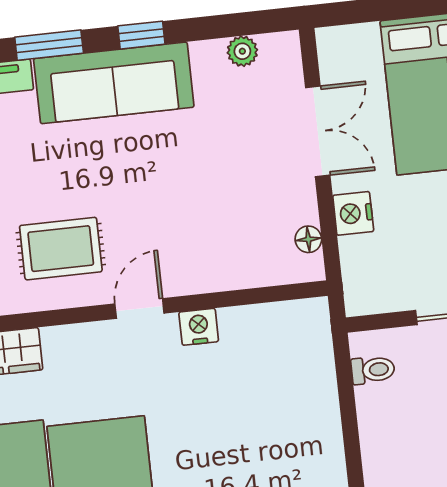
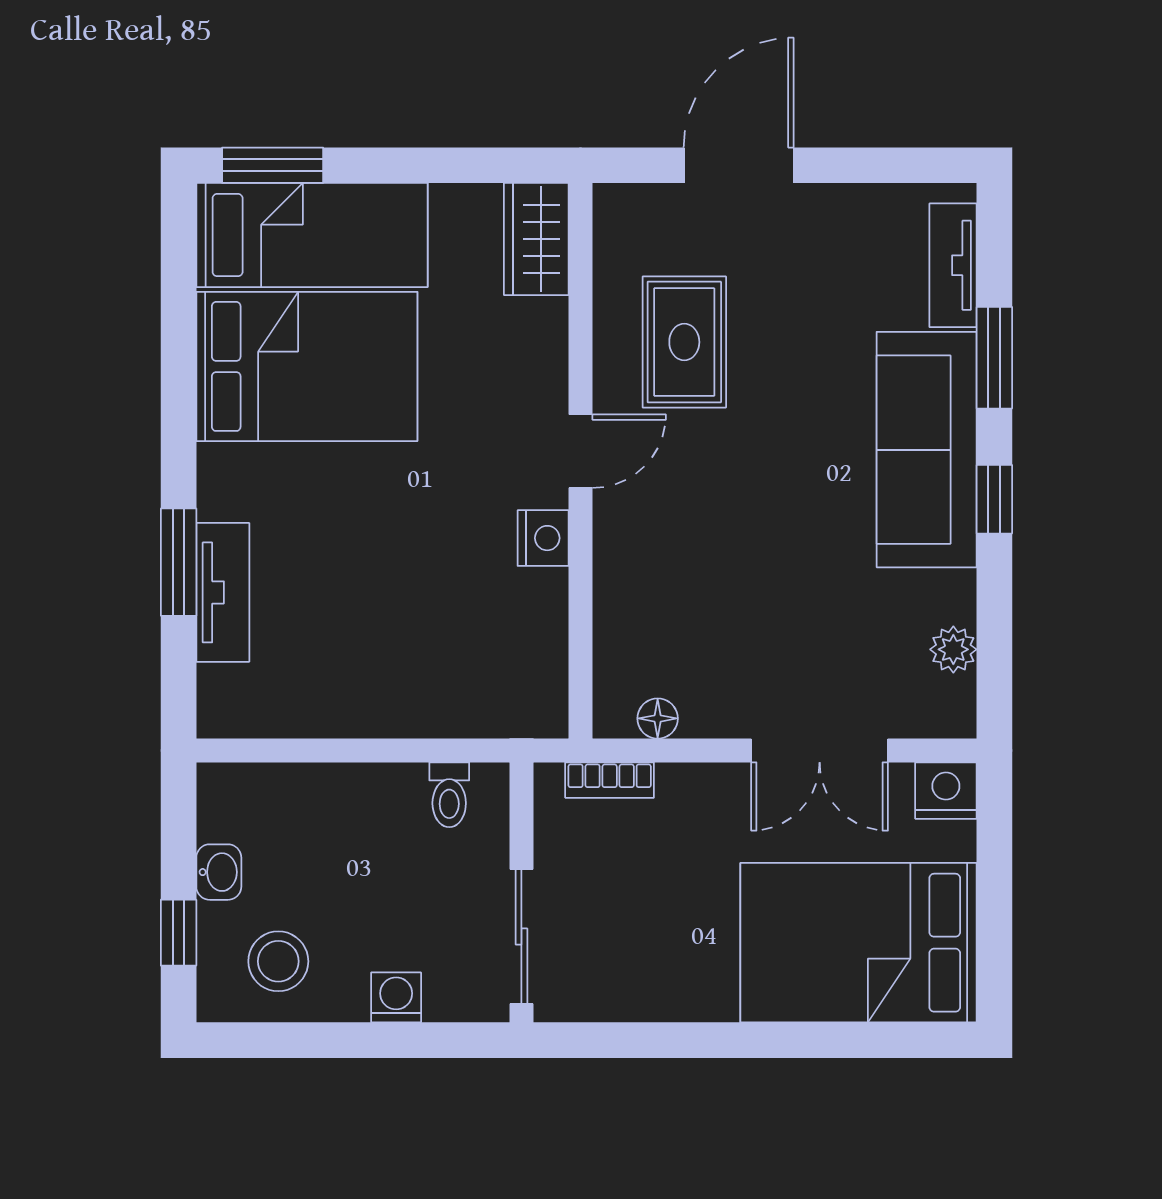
nightstand: (353, 213) -> (946, 791), moved
bookcase: (352, 266) -> (610, 780), added
door: (139, 309) -> (581, 451), hinge flipped

